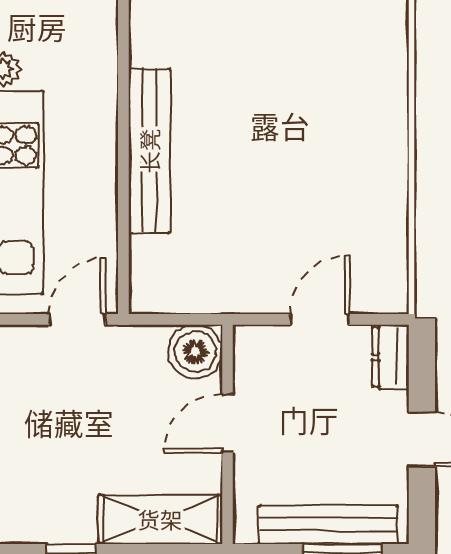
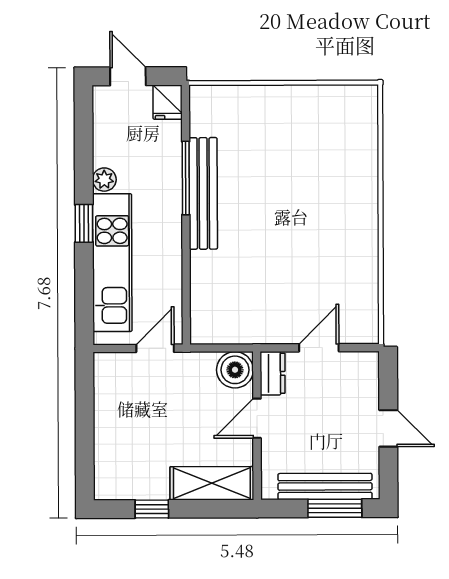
window: (123, 68) -> (186, 178), added
bench: (149, 151) -> (203, 193), moved
dresser: (391, 357) -> (273, 373), moved, turned 180

